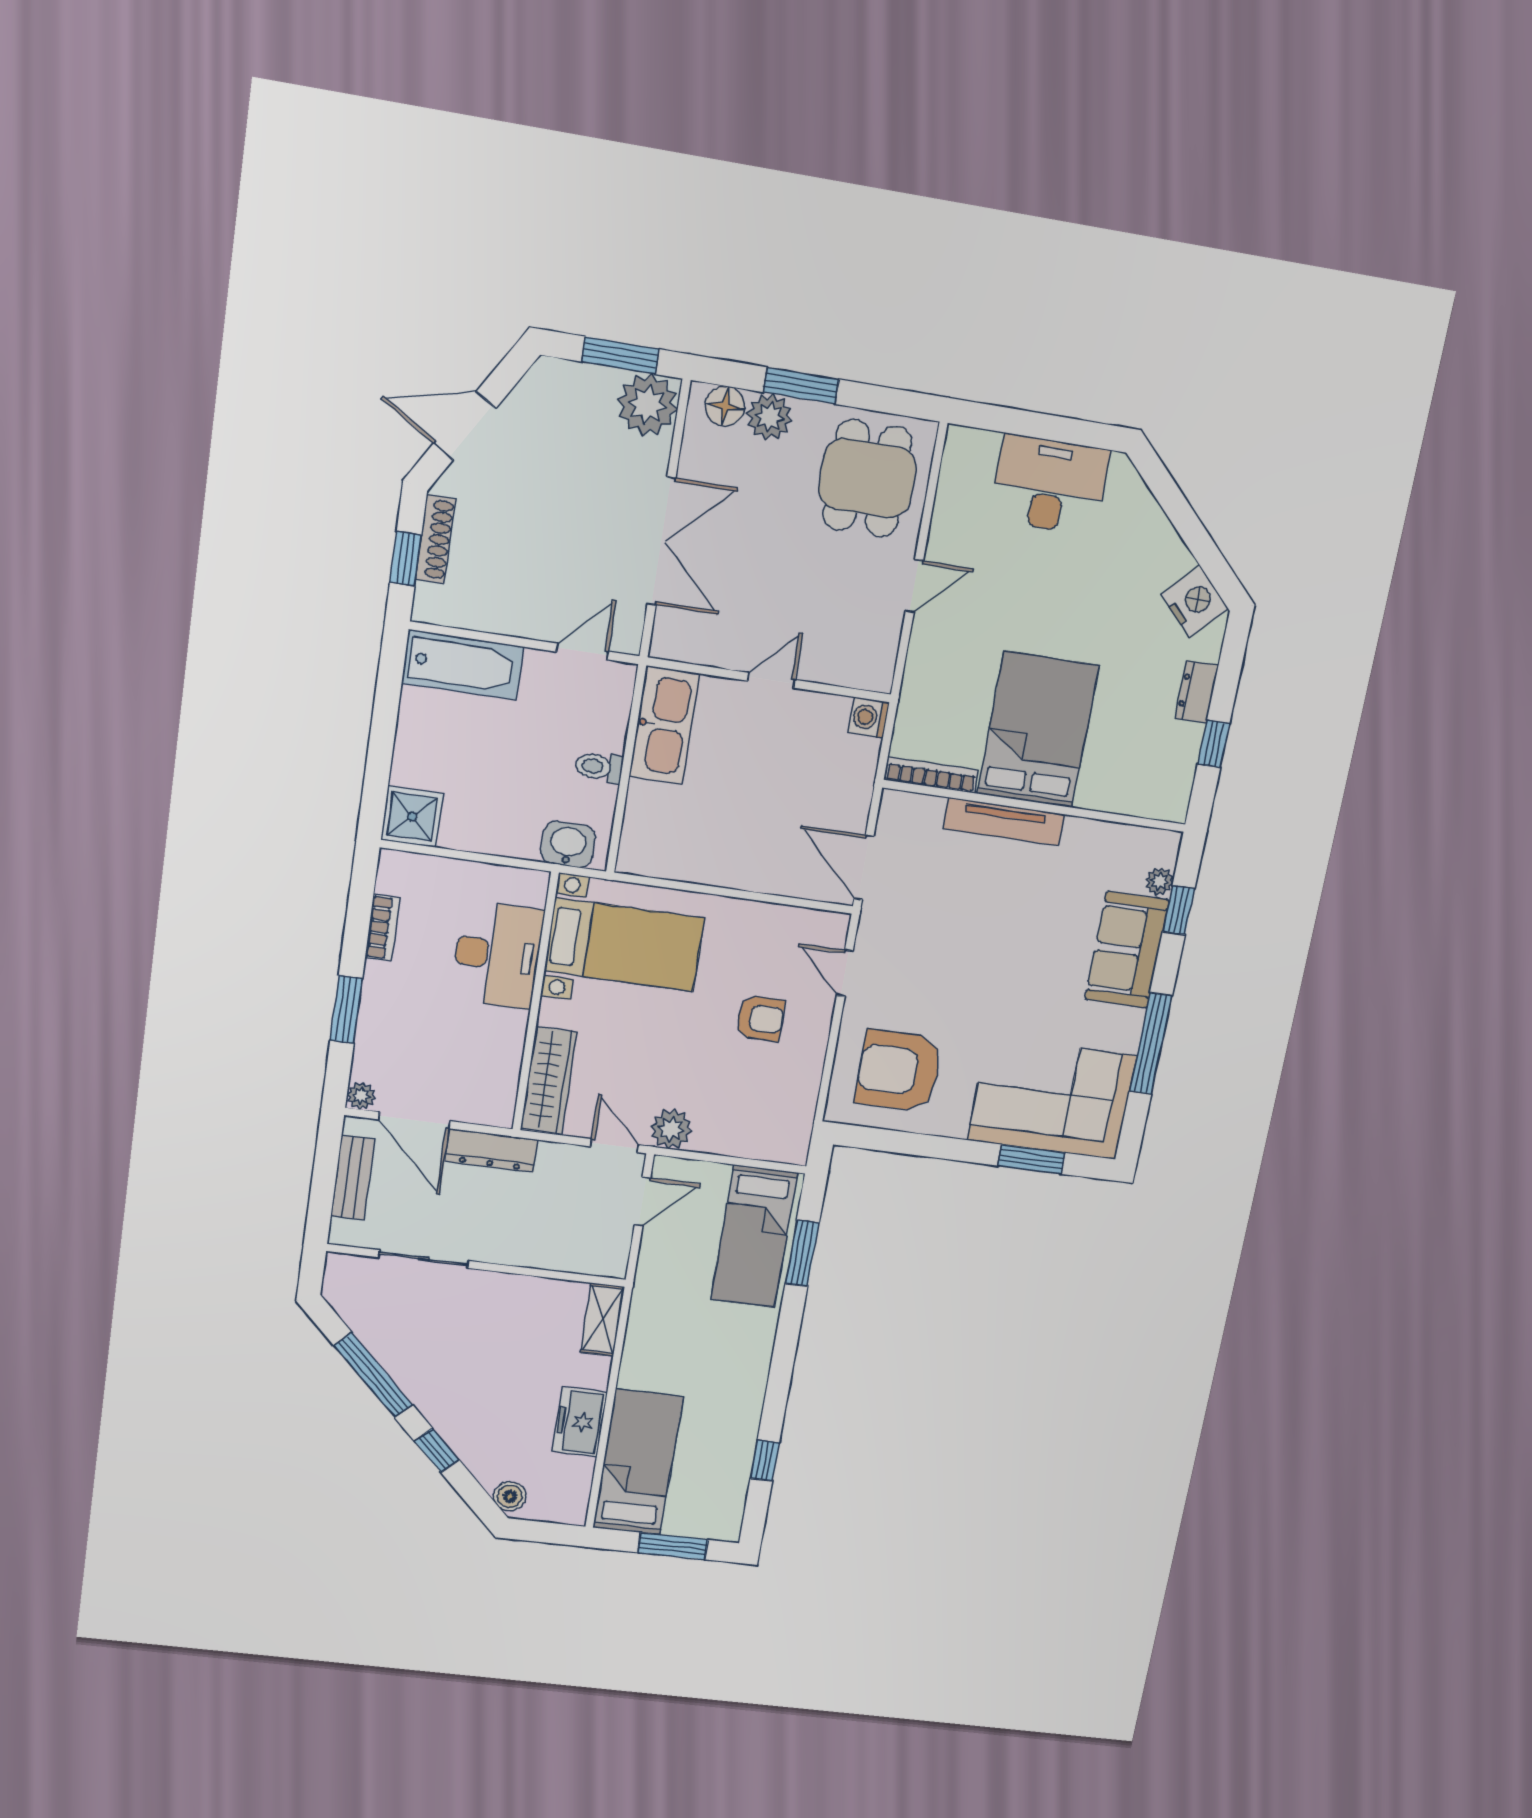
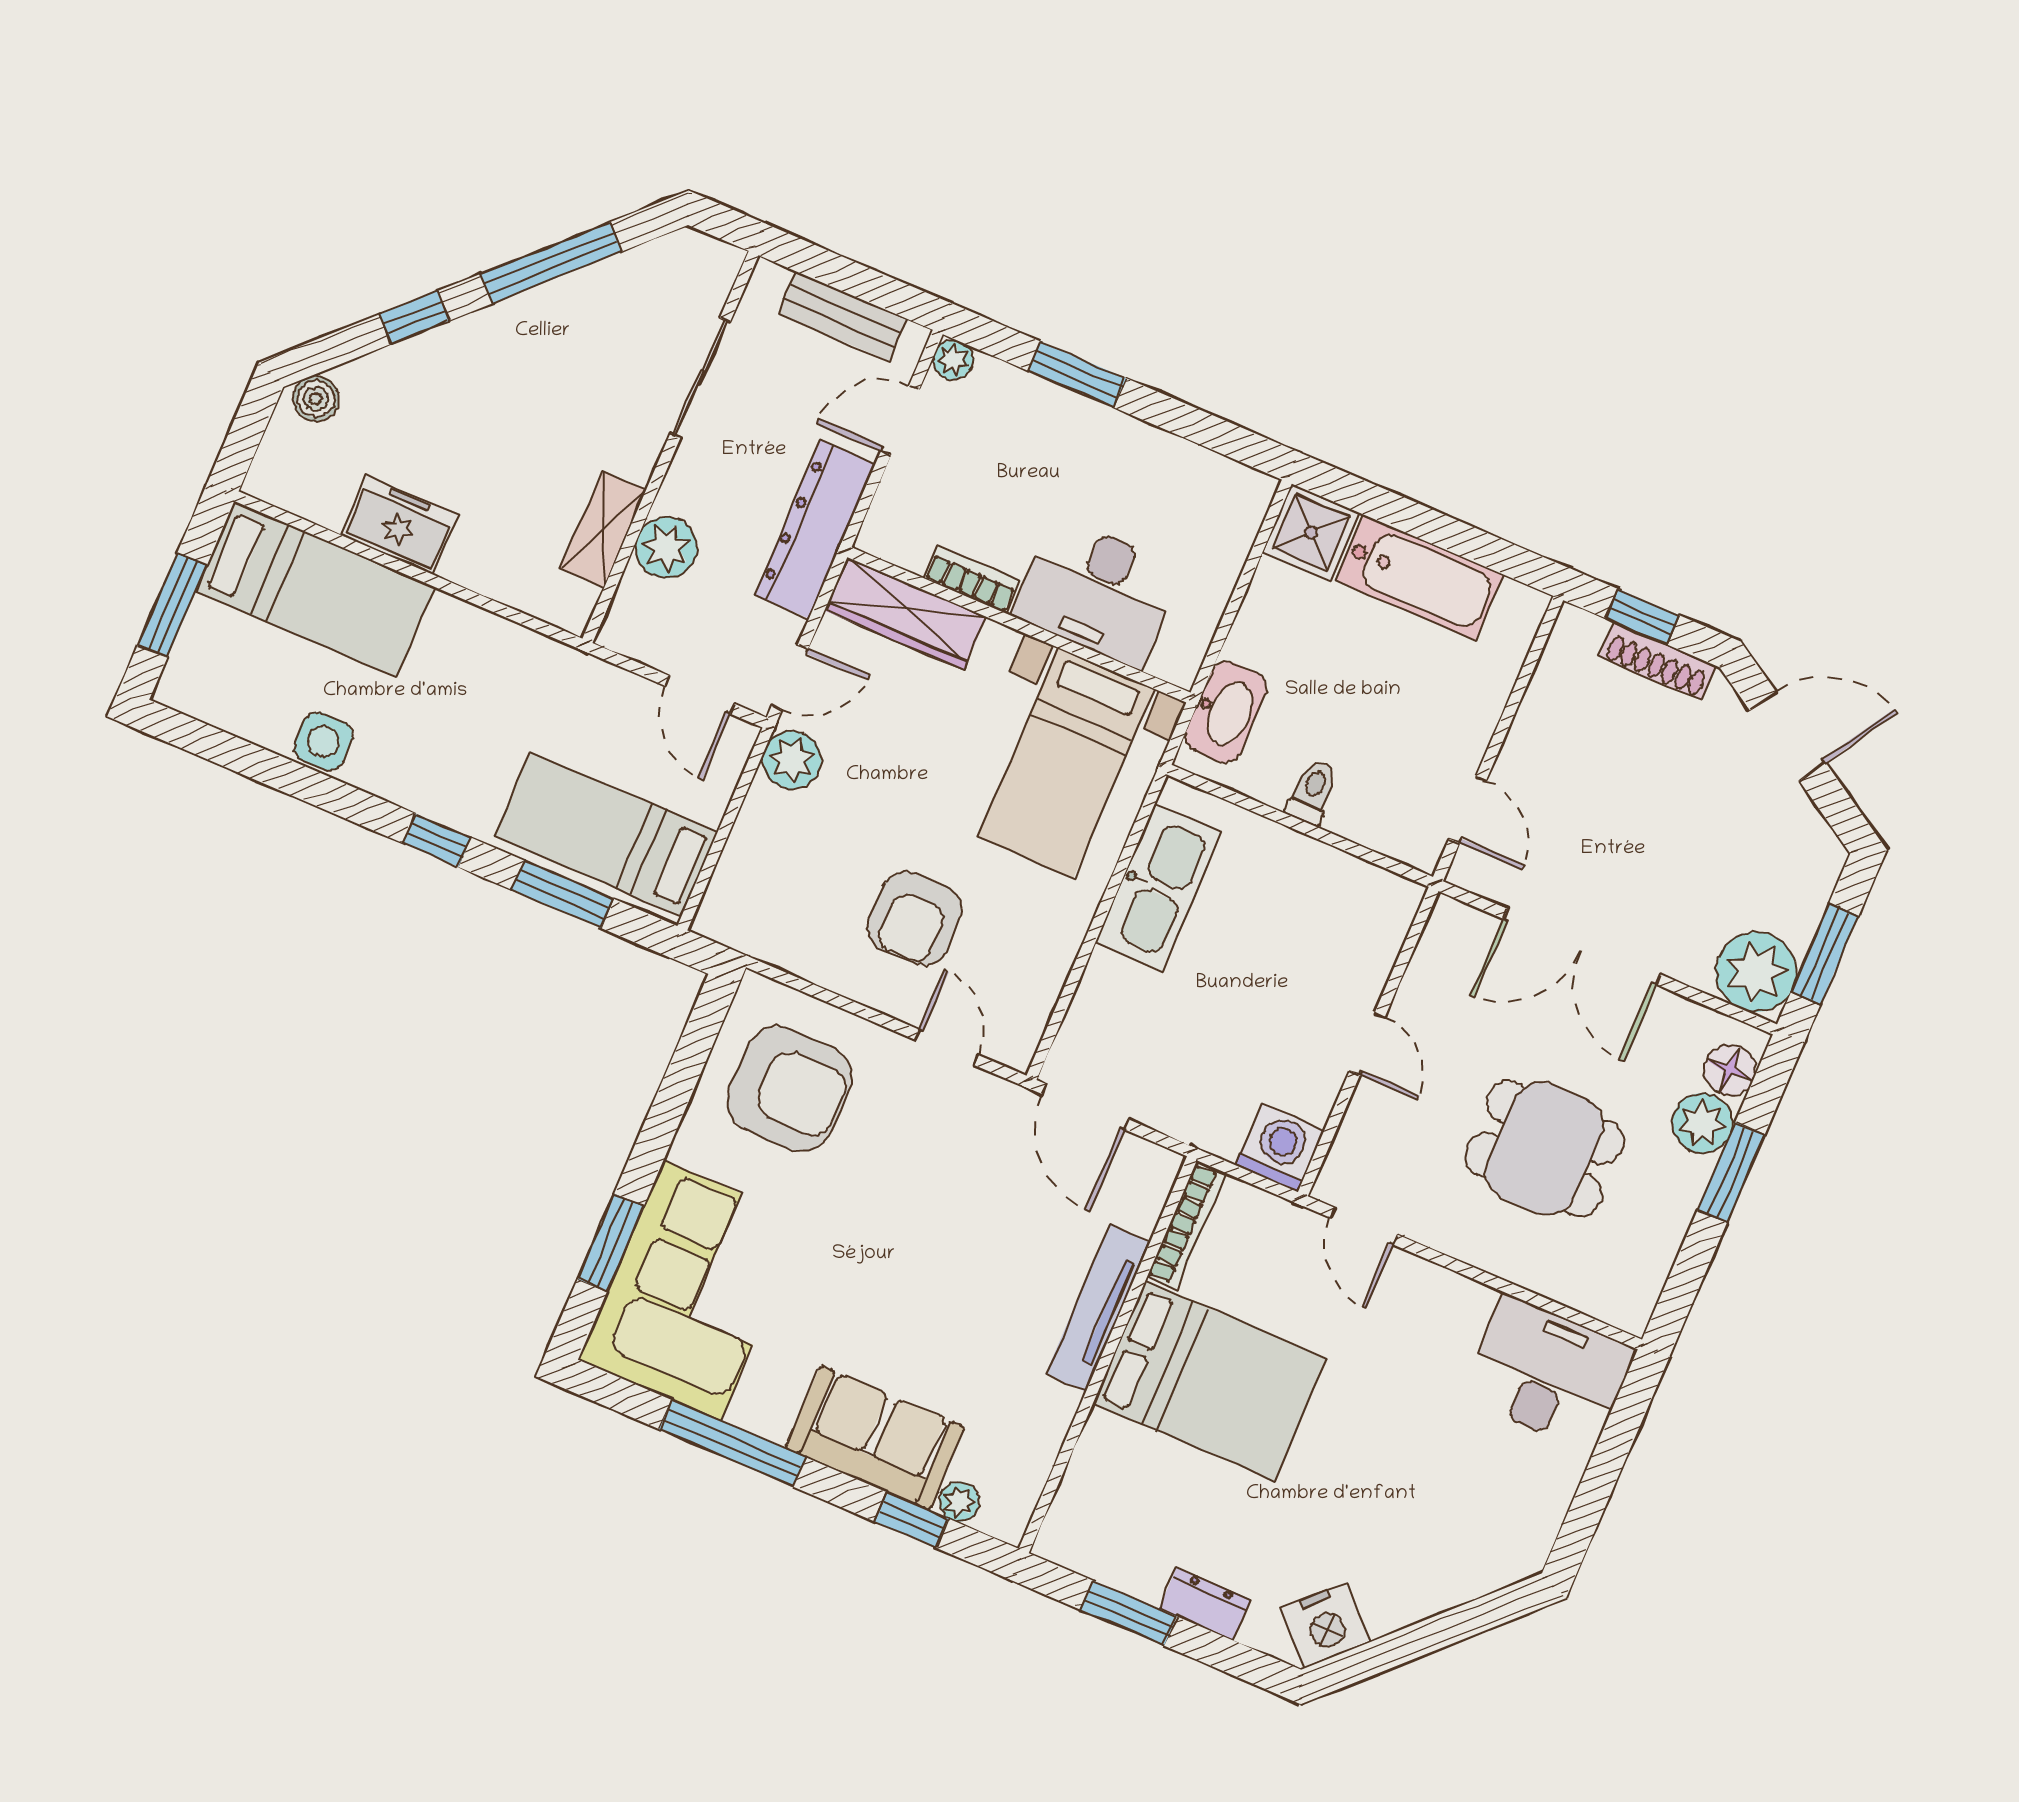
door: (465, 426) -> (1788, 736), hinge flipped
dining table: (867, 478) -> (1544, 1149), moved
desk: (1050, 485) -> (1548, 1373), moved, turned -90
door: (914, 586) -> (1364, 1226), moved
bathtub: (463, 665) -> (1420, 578), moved, turned -90
washing machine: (869, 717) -> (1280, 1148), width x1.38, depth x1.38
kitchen sink: (664, 725) -> (1158, 887), moved, turned -90
window: (1214, 744) -> (1129, 1613), width x1.50
washbasin: (568, 844) -> (1226, 712), width x1.38
door: (864, 867) -> (1085, 1107), swing flipped
bookcase: (383, 928) -> (972, 579), moved, turned 180
door: (845, 973) -> (947, 1047), hinge flipped
armchair: (760, 1018) -> (915, 918), width x1.38, depth x1.38
armchair: (899, 1071) -> (789, 1089), turned 90
door: (414, 1120) -> (900, 421), width x0.73
dresser: (491, 1150) -> (815, 529), width x1.37, depth x1.24
plant: (547, 1250) -> (666, 548), added
shelving: (602, 1320) -> (603, 530), moved, turned 90
side table: (738, 1430) -> (324, 741), added
window: (765, 1460) -> (437, 840), moved

